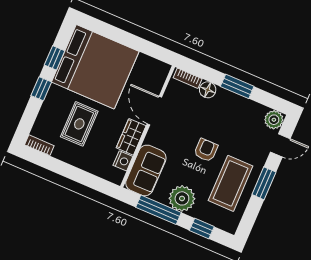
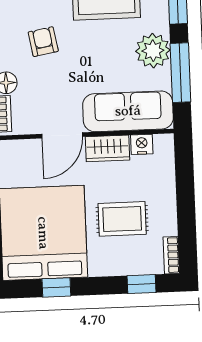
window: (41, 89) -> (141, 284), moved
armchair: (206, 150) -> (43, 42), moved, turned 80
sofa: (146, 170) -> (128, 111), width x1.36

